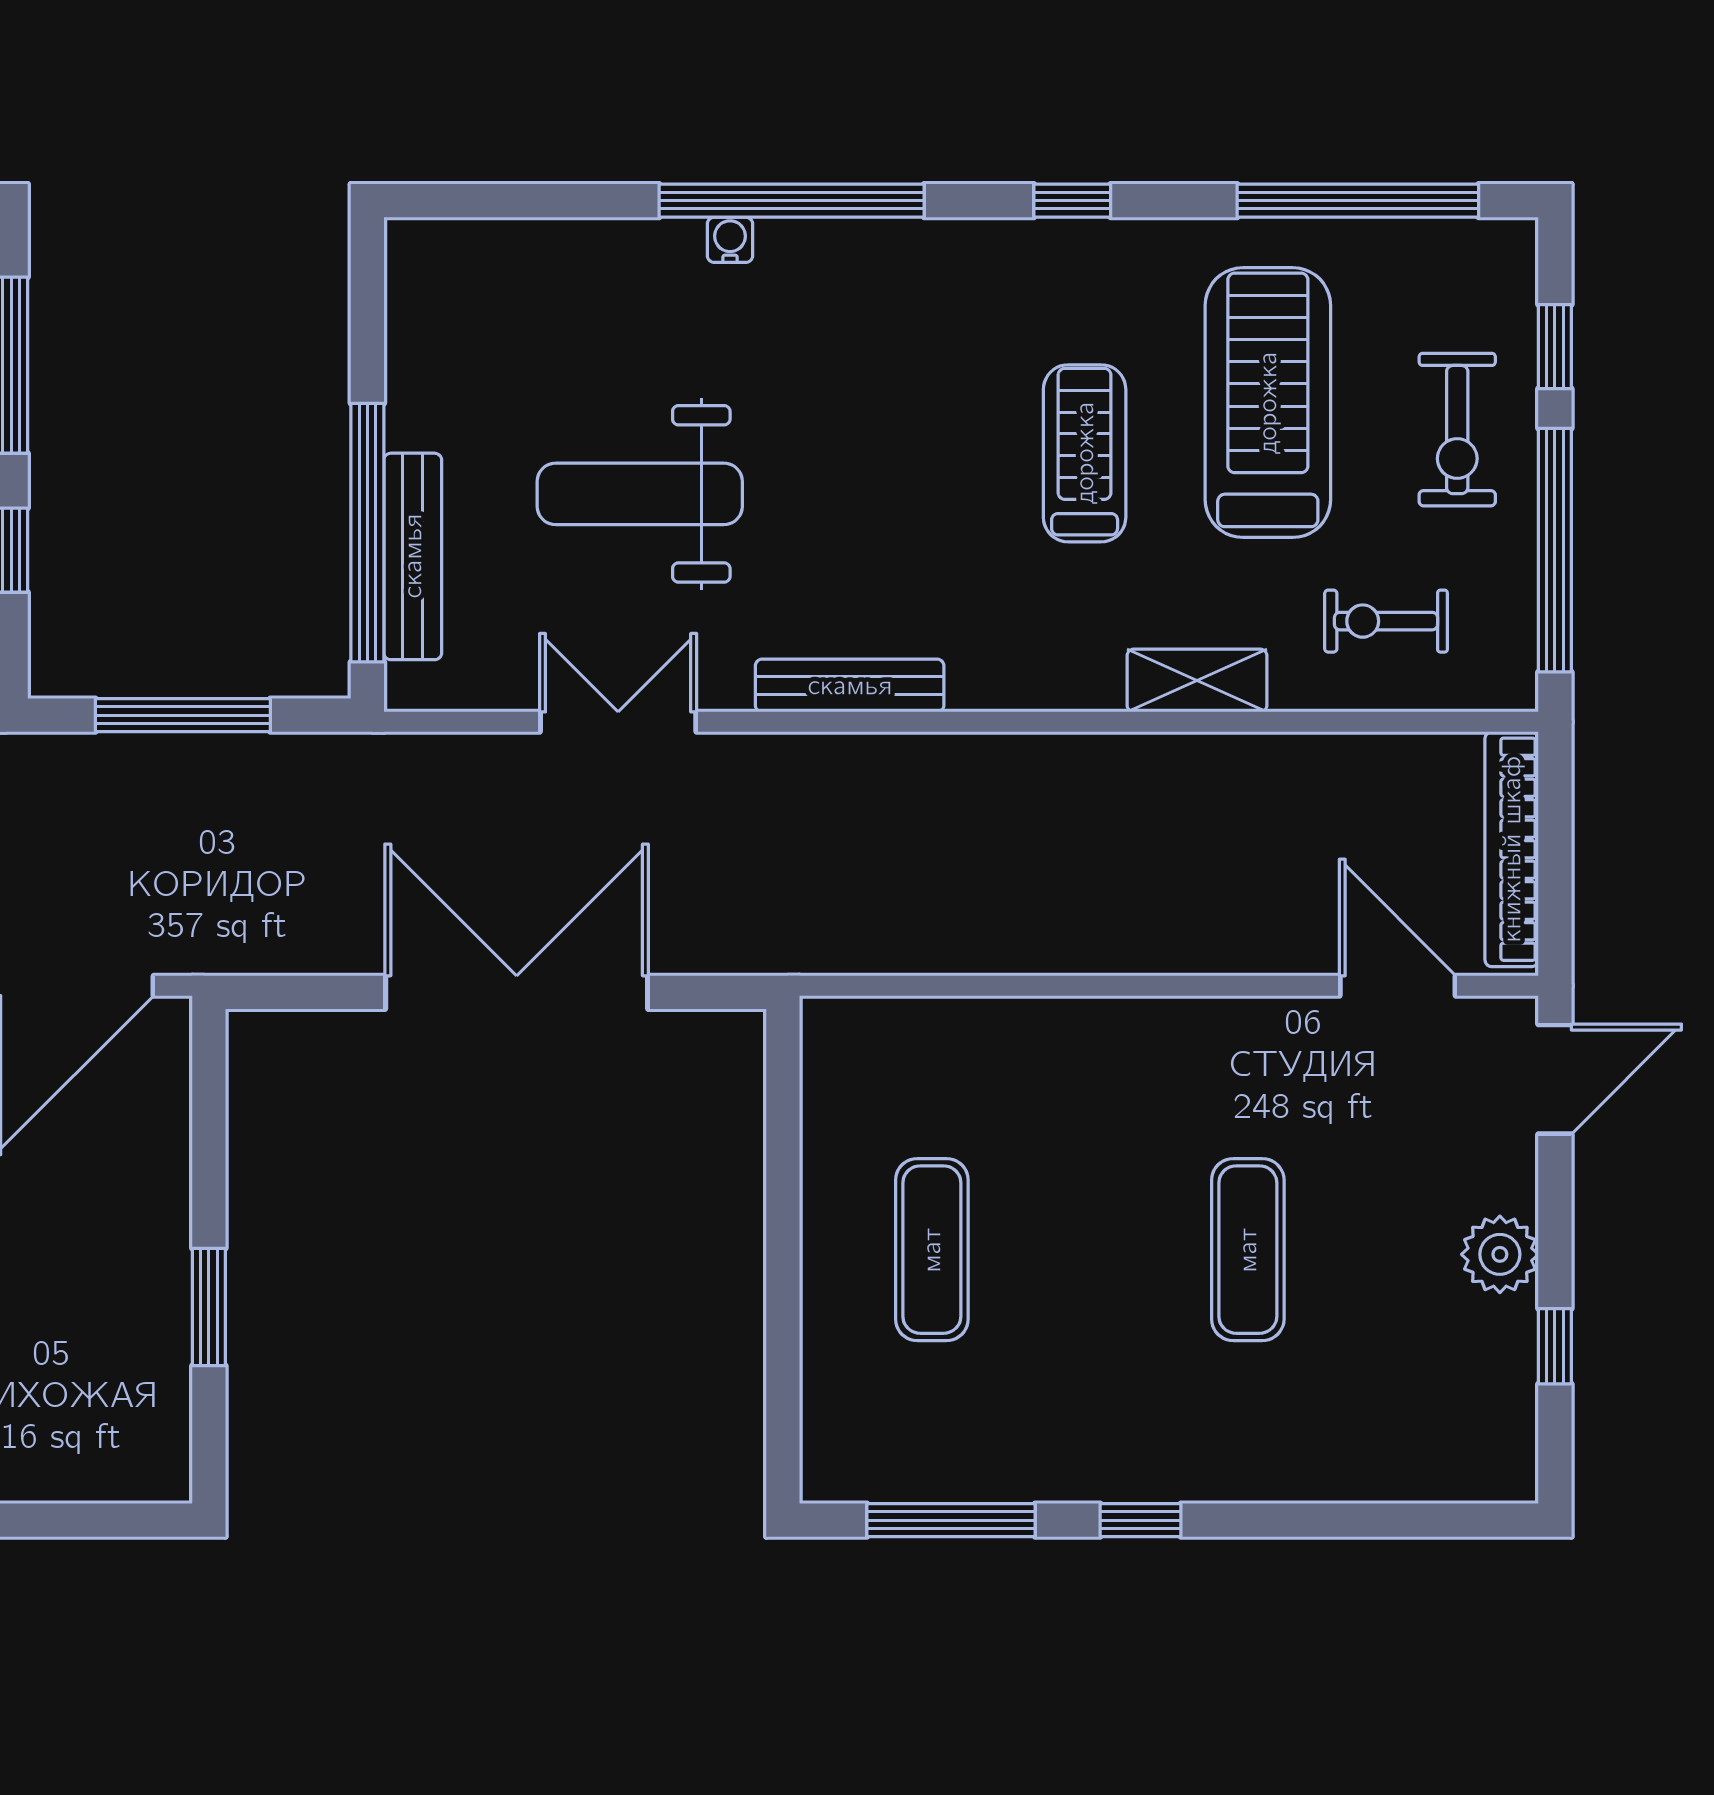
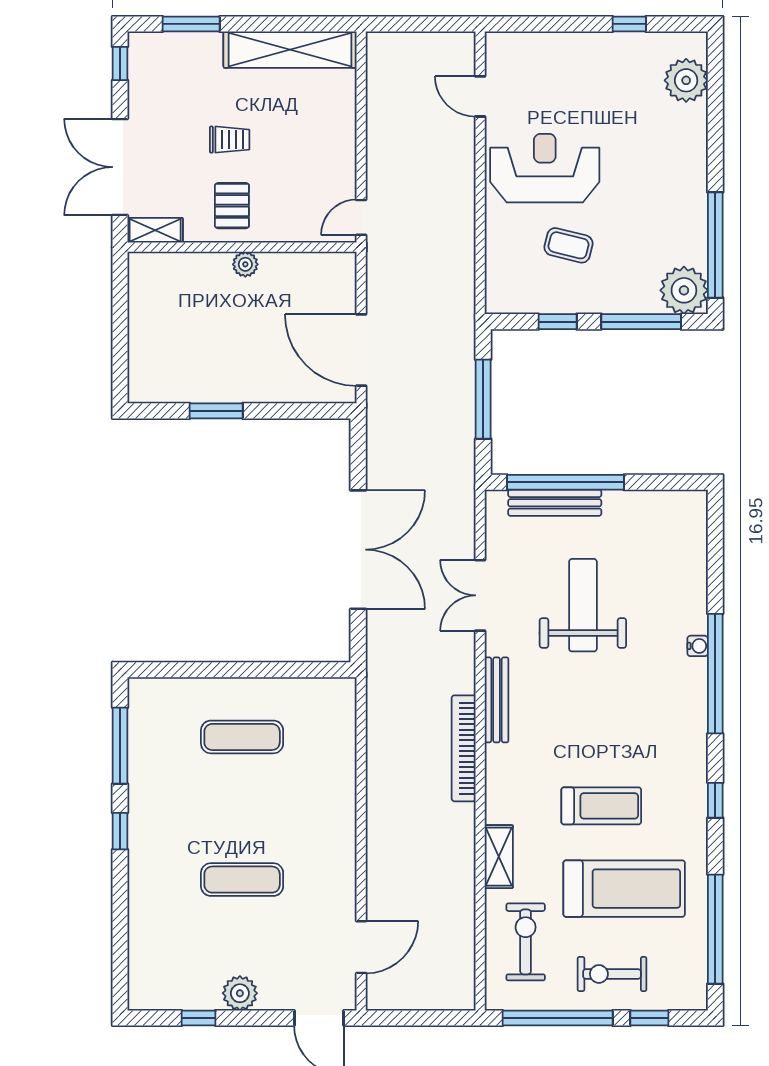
exercise bike: (1386, 621) -> (526, 942), width x1.38, depth x1.39
double door: (618, 722) -> (480, 595), swing flipped
bookcase: (1512, 849) -> (464, 748), moved, turned -90

